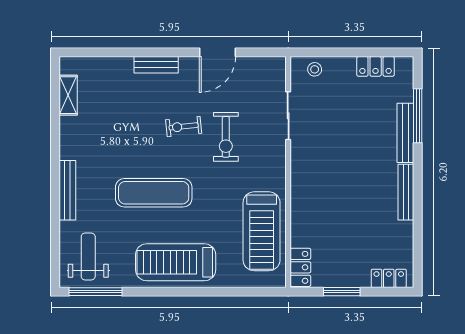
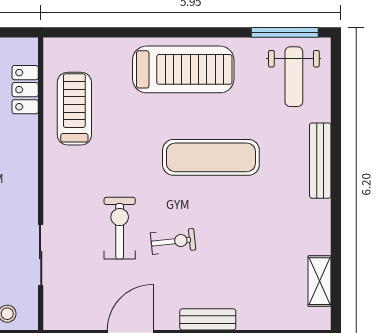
treadmill: (262, 231) -> (74, 109), width x0.73, depth x0.73
locker: (300, 267) -> (25, 90), moved

